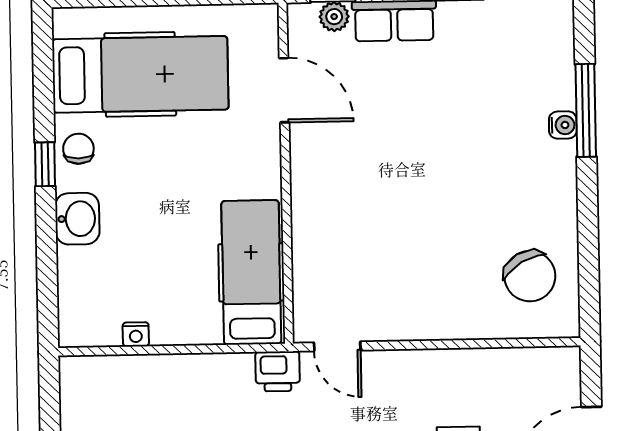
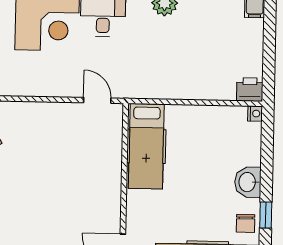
nightstand: (136, 334) -> (255, 114), moved, turned 90
printer: (278, 371) -> (250, 90), moved

